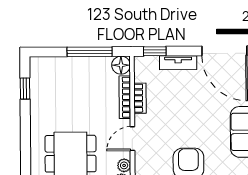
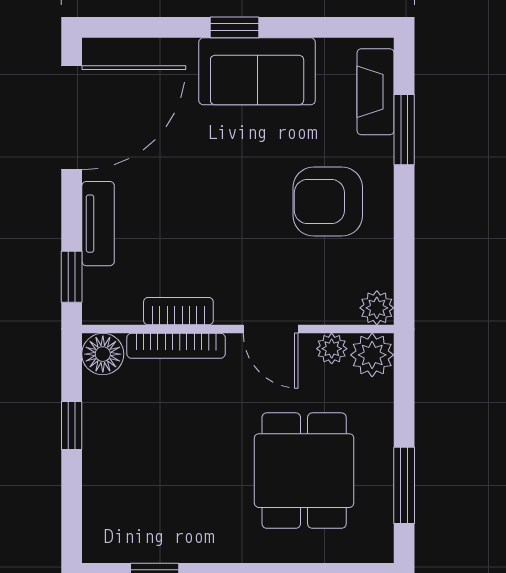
window: (90, 52) -> (72, 425), width x0.46

